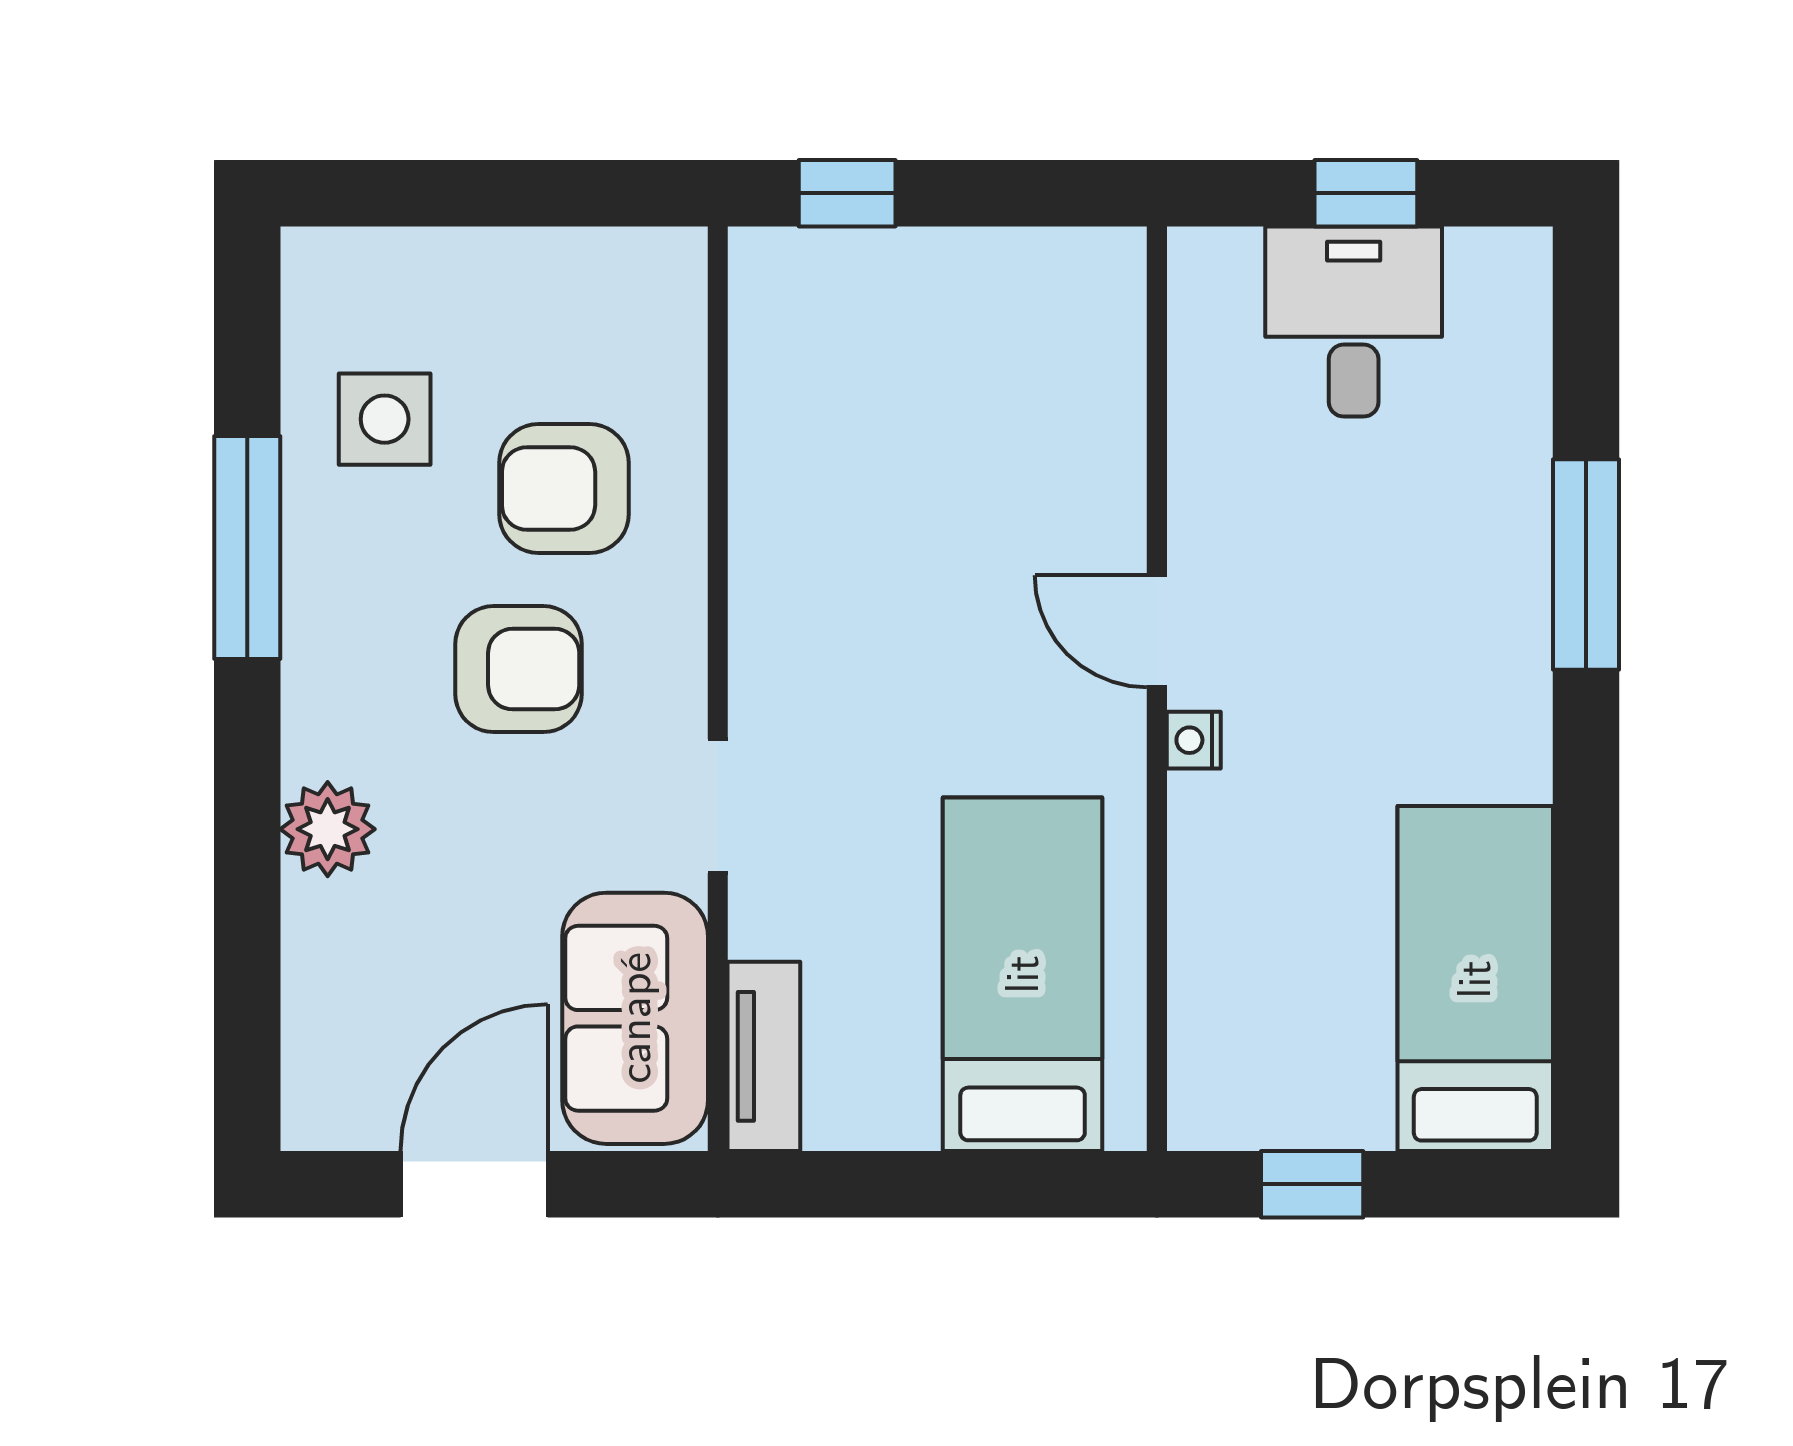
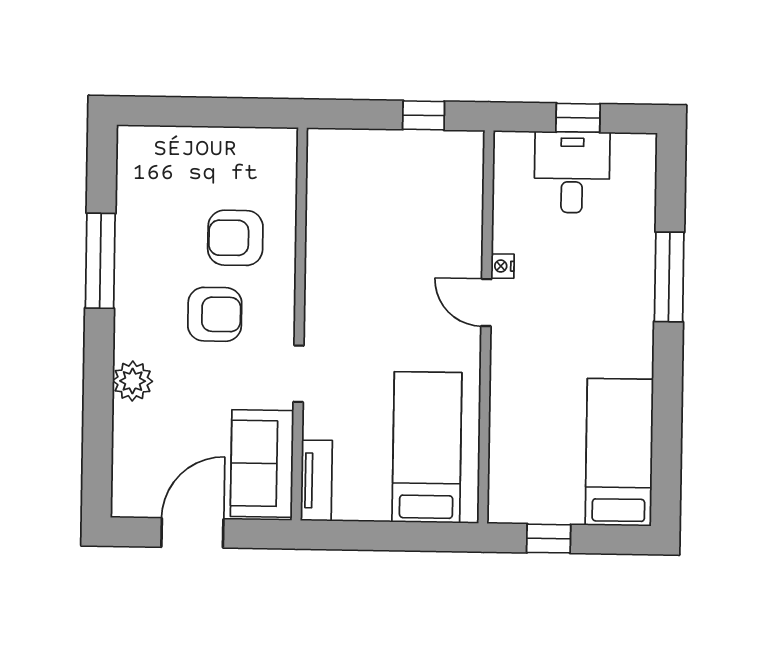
window: (847, 193) -> (424, 115), moved
side table: (385, 419) -> (160, 207), removed
nightstand: (1194, 740) -> (503, 266), moved

